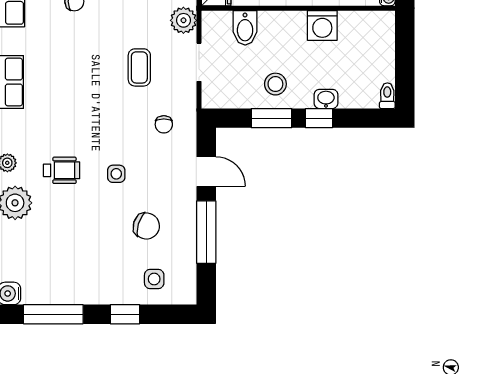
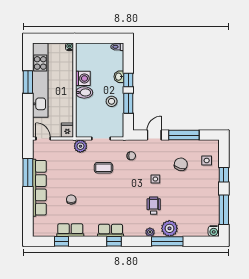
bidet: (245, 28) -> (84, 92), moved

